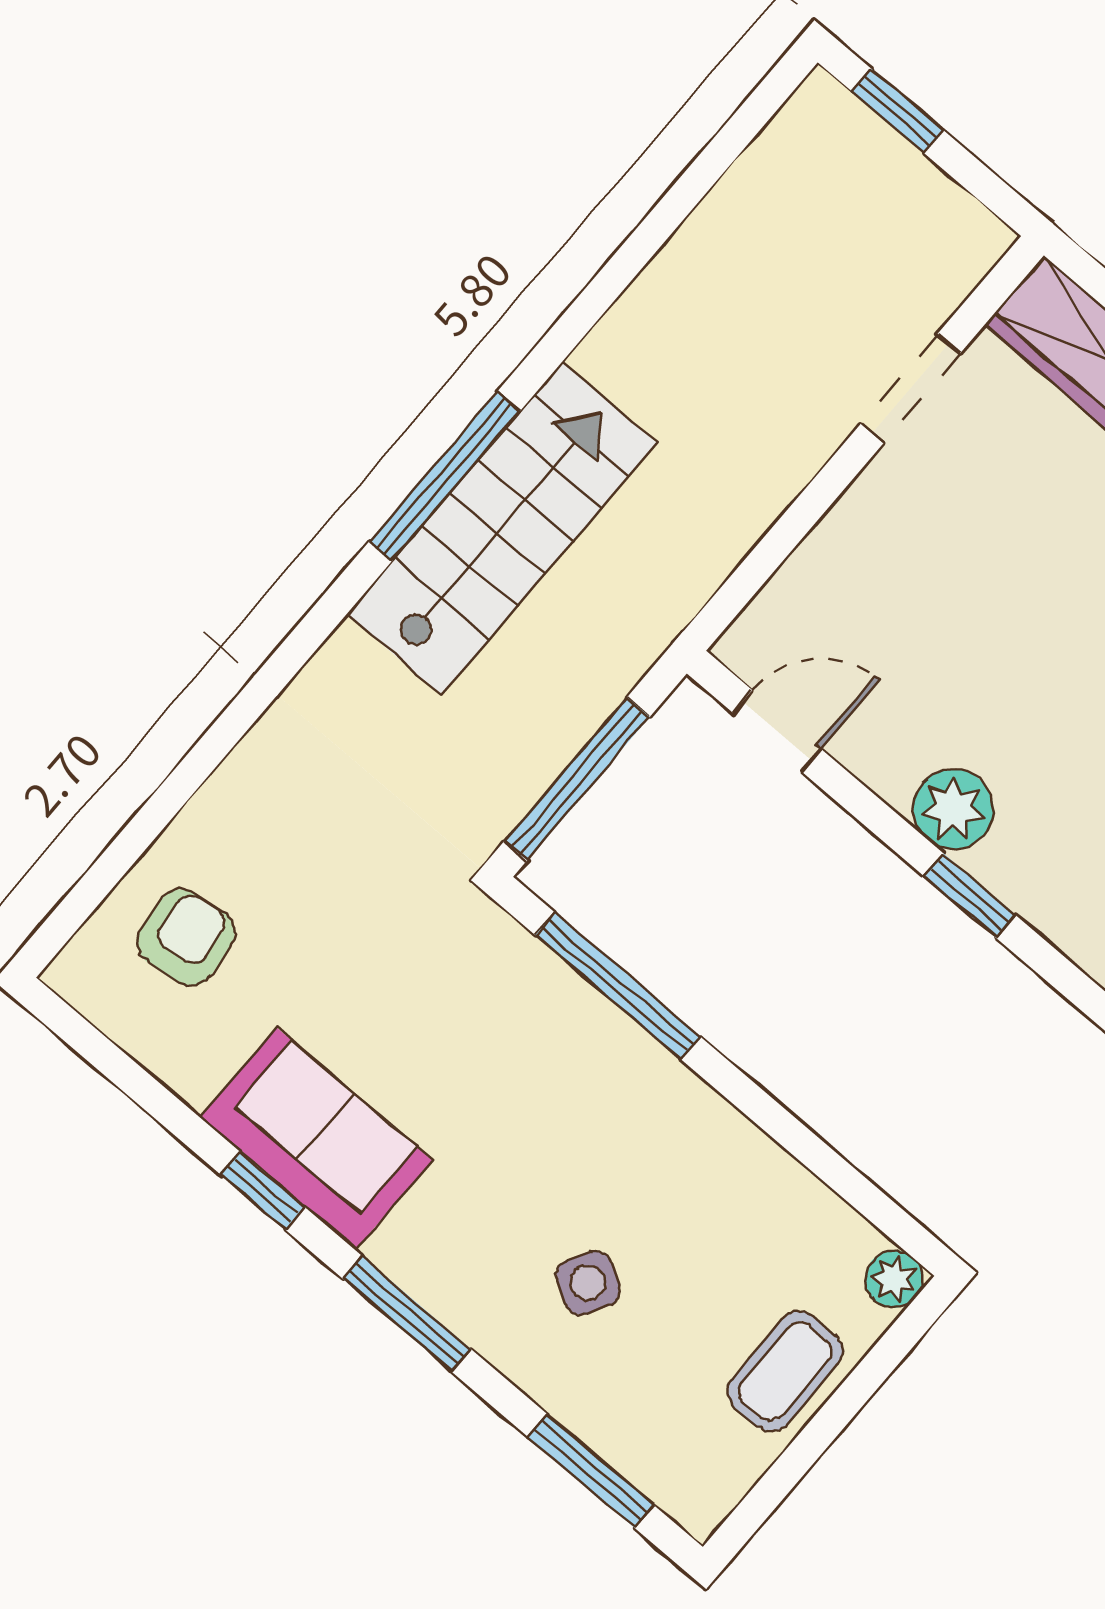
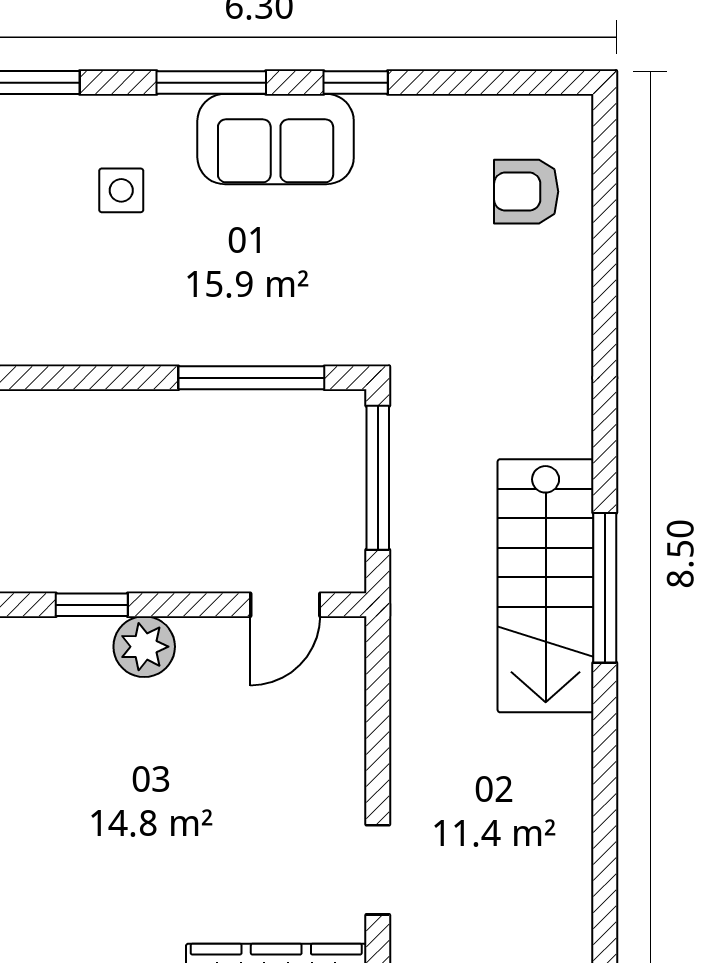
armchair: (186, 938) -> (526, 192), turned 97
sofa: (316, 1139) -> (276, 139), moved
side table: (588, 1283) -> (121, 190), turned -30

